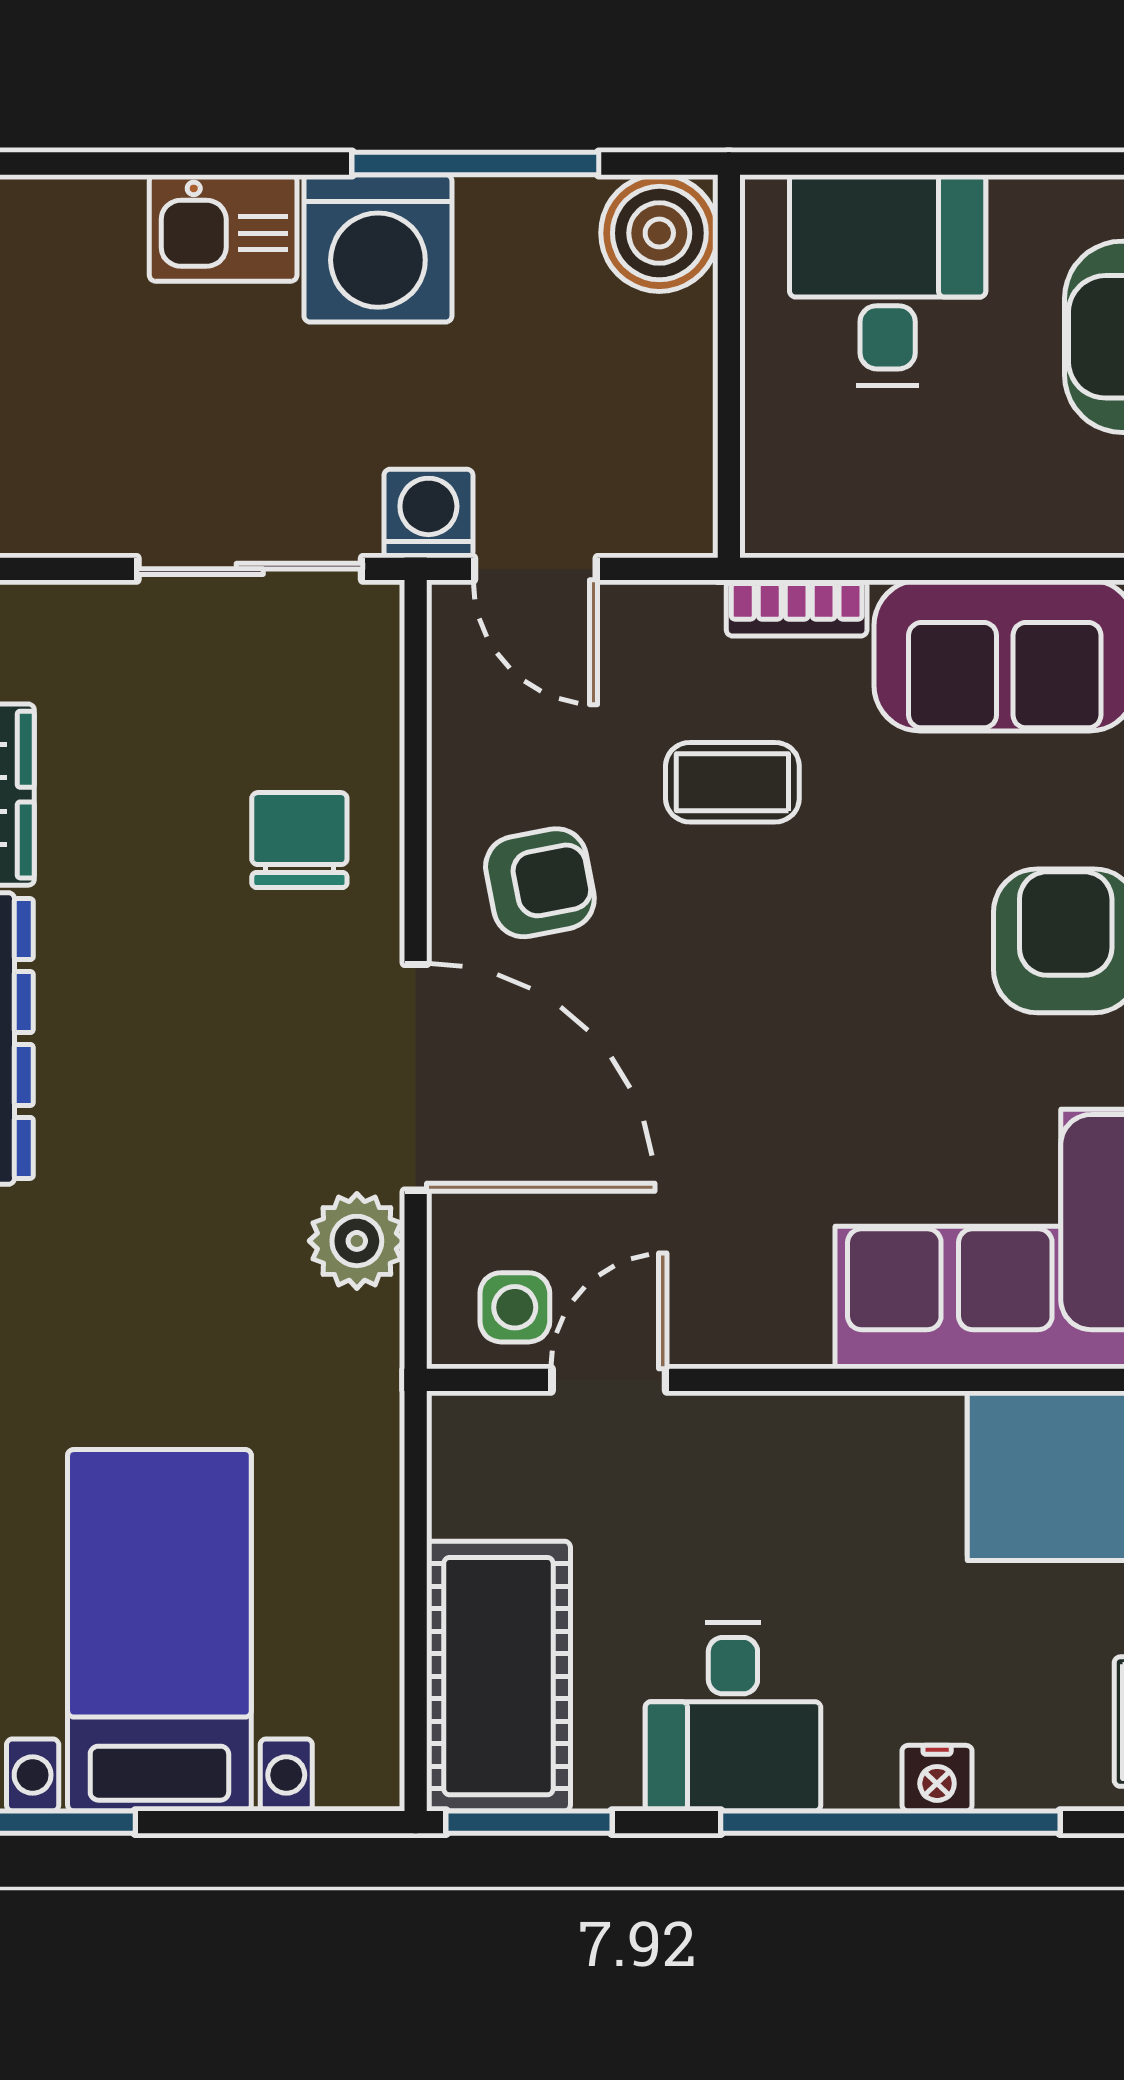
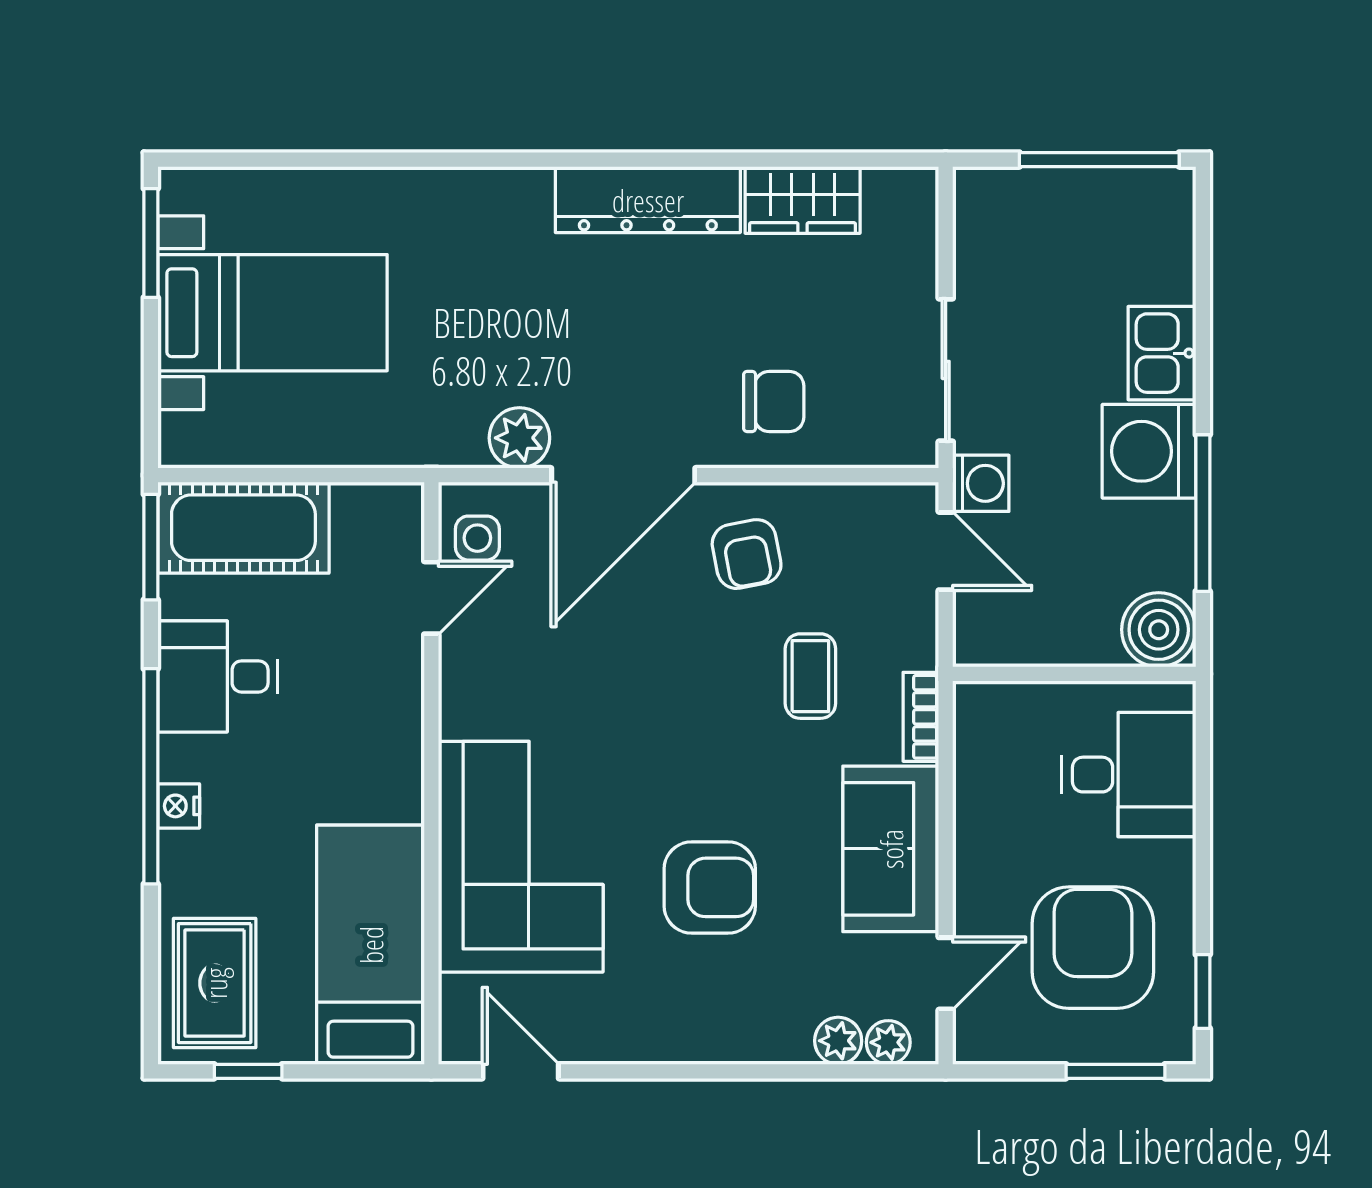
door: (535, 569) -> (946, 551), swing flipped
door: (609, 1380) -> (431, 598), hinge flipped

